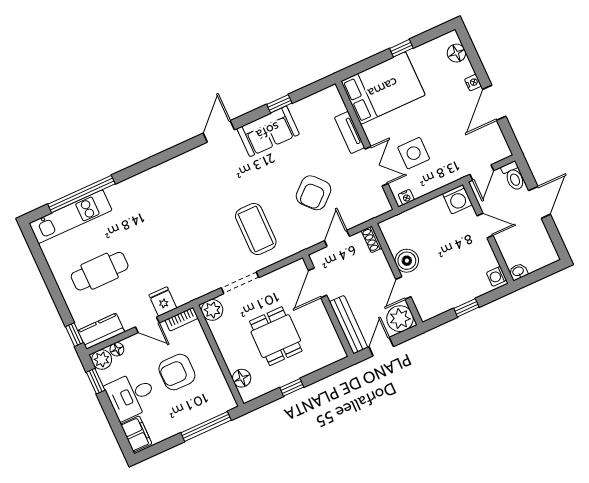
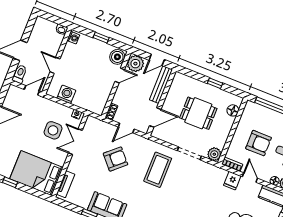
tv unit: (350, 132) -> (66, 184), moved
washing machine: (457, 199) -> (66, 94), moved
boiler: (407, 261) -> (117, 57), moved
dining table: (276, 336) -> (198, 113), turned 90

